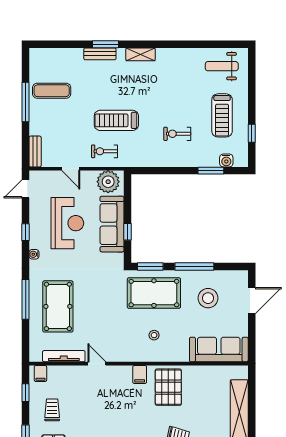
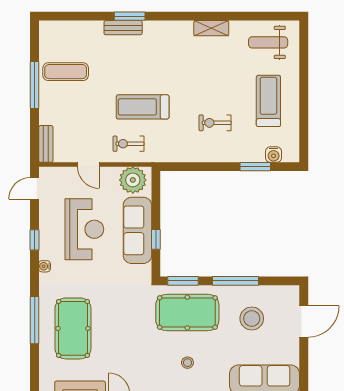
shelving: (141, 54) -> (211, 28), moved
treadmill: (222, 115) -> (268, 101), turned 180
window: (252, 133) -> (304, 122), removed

